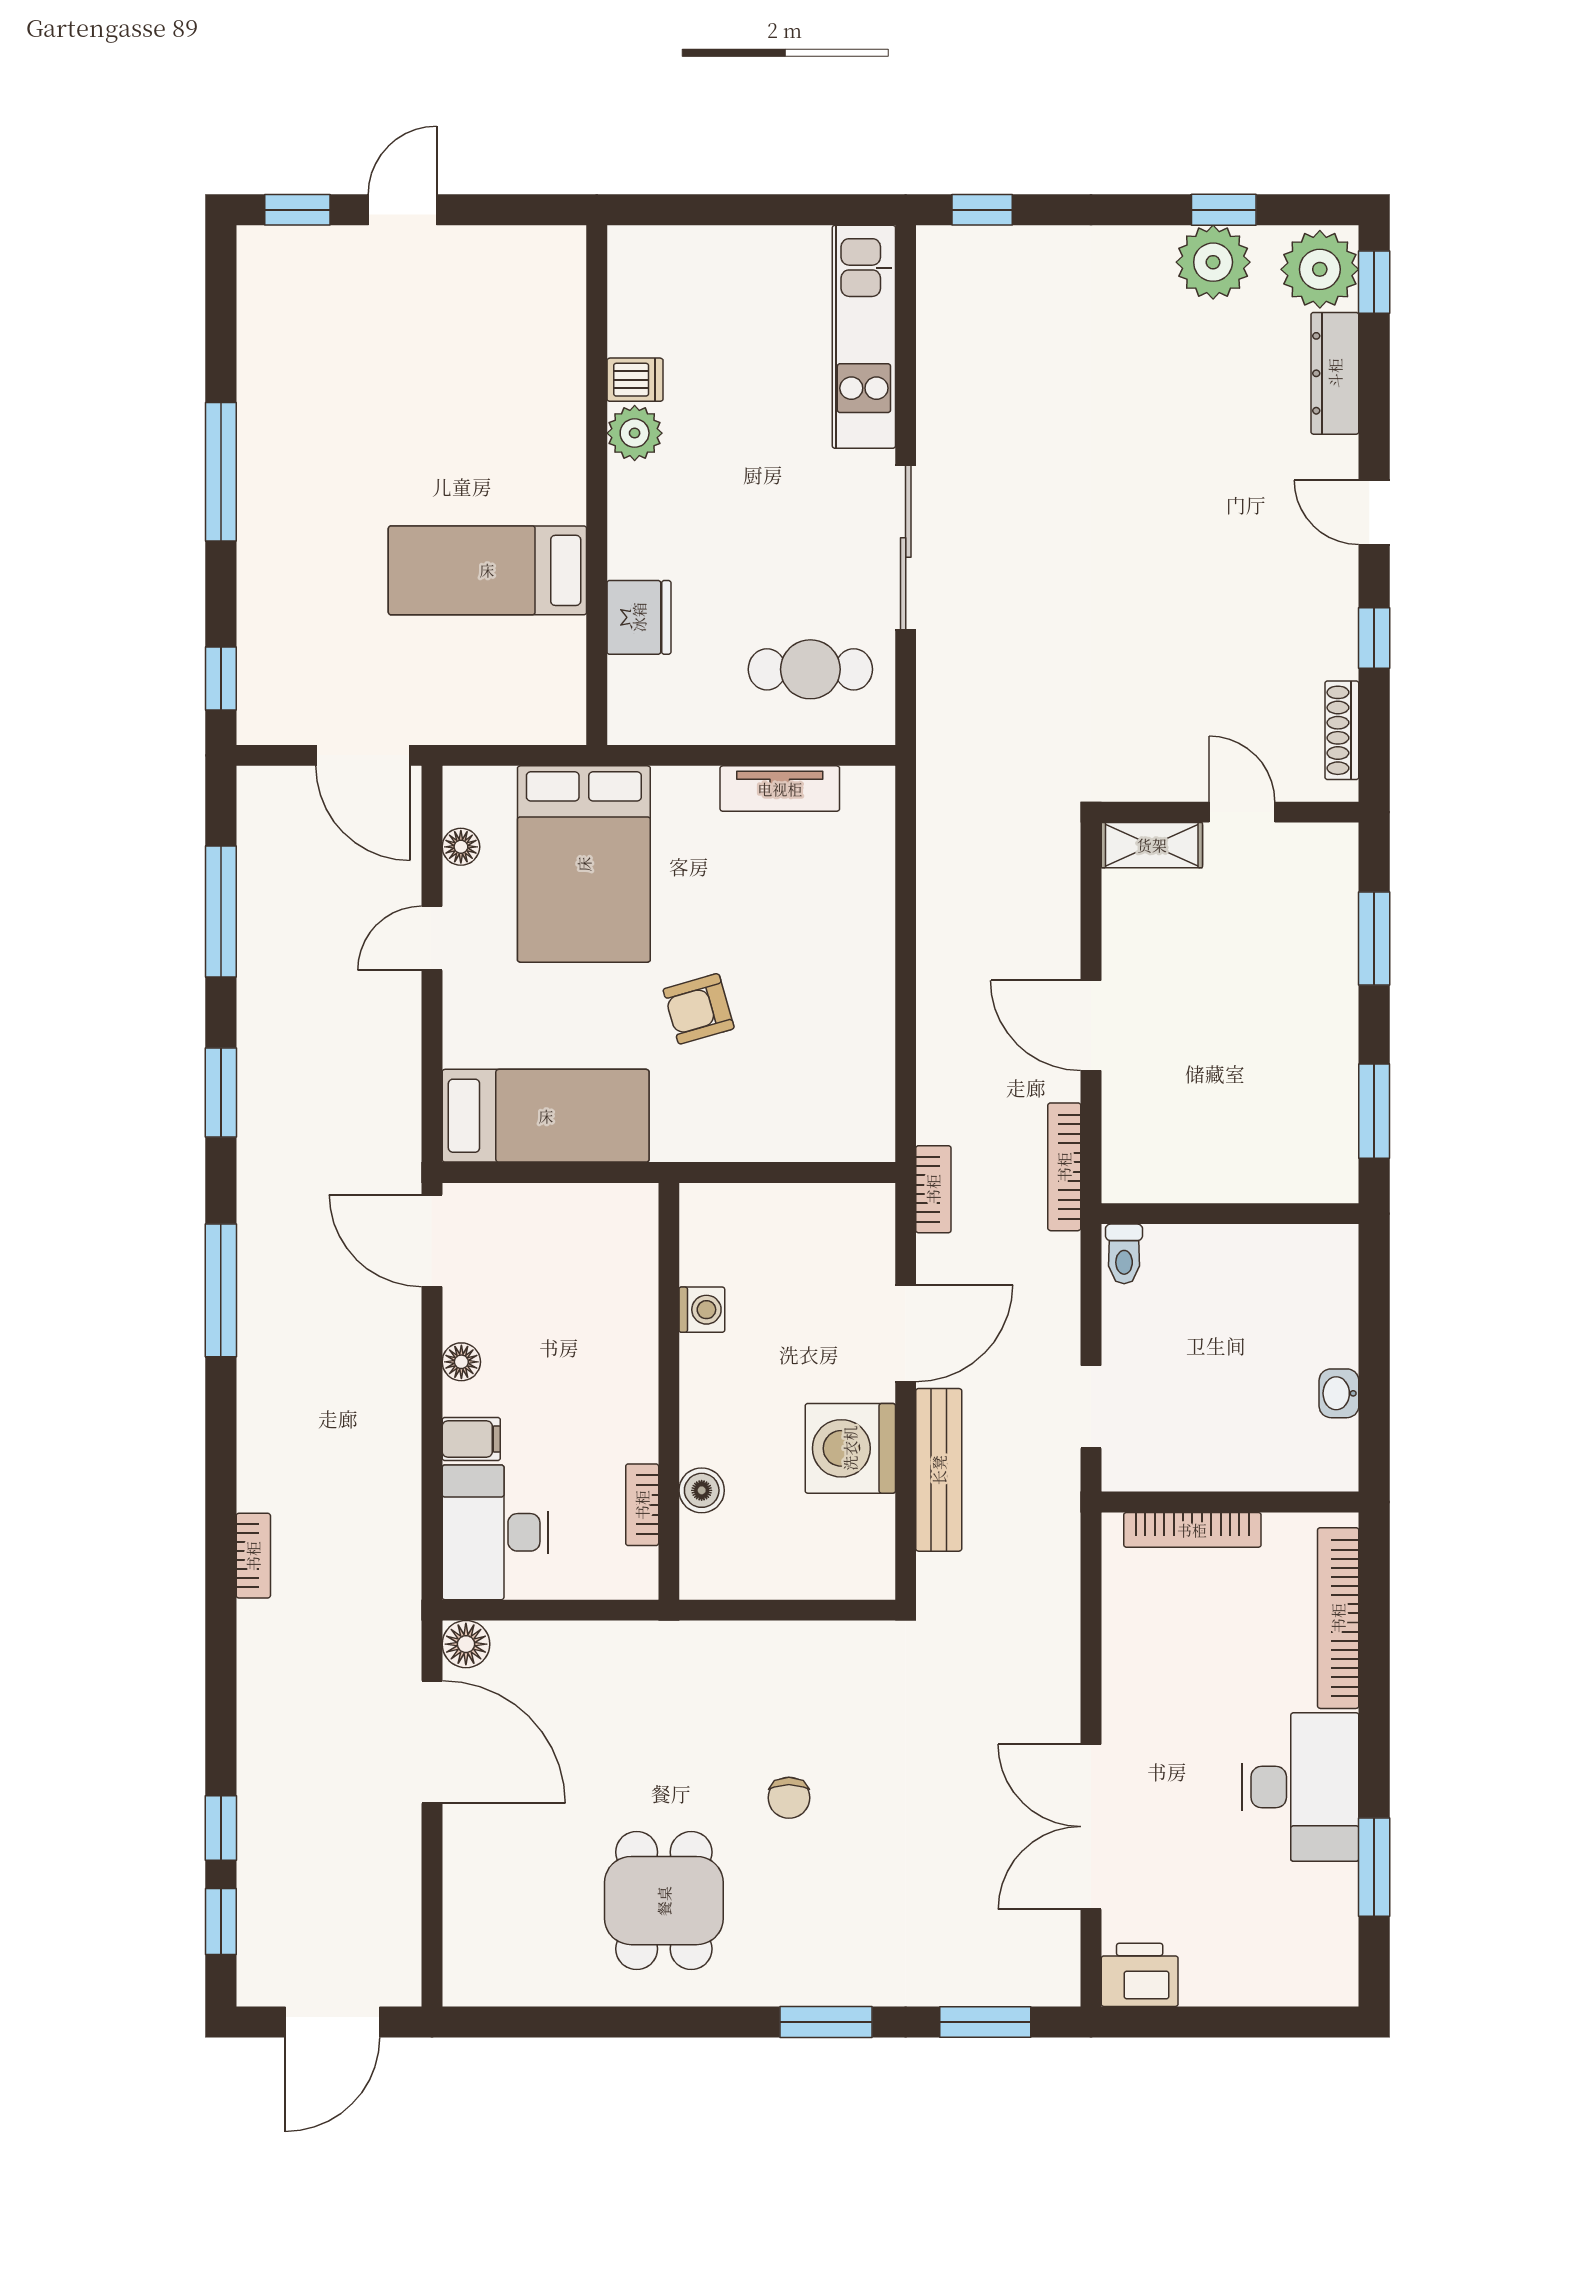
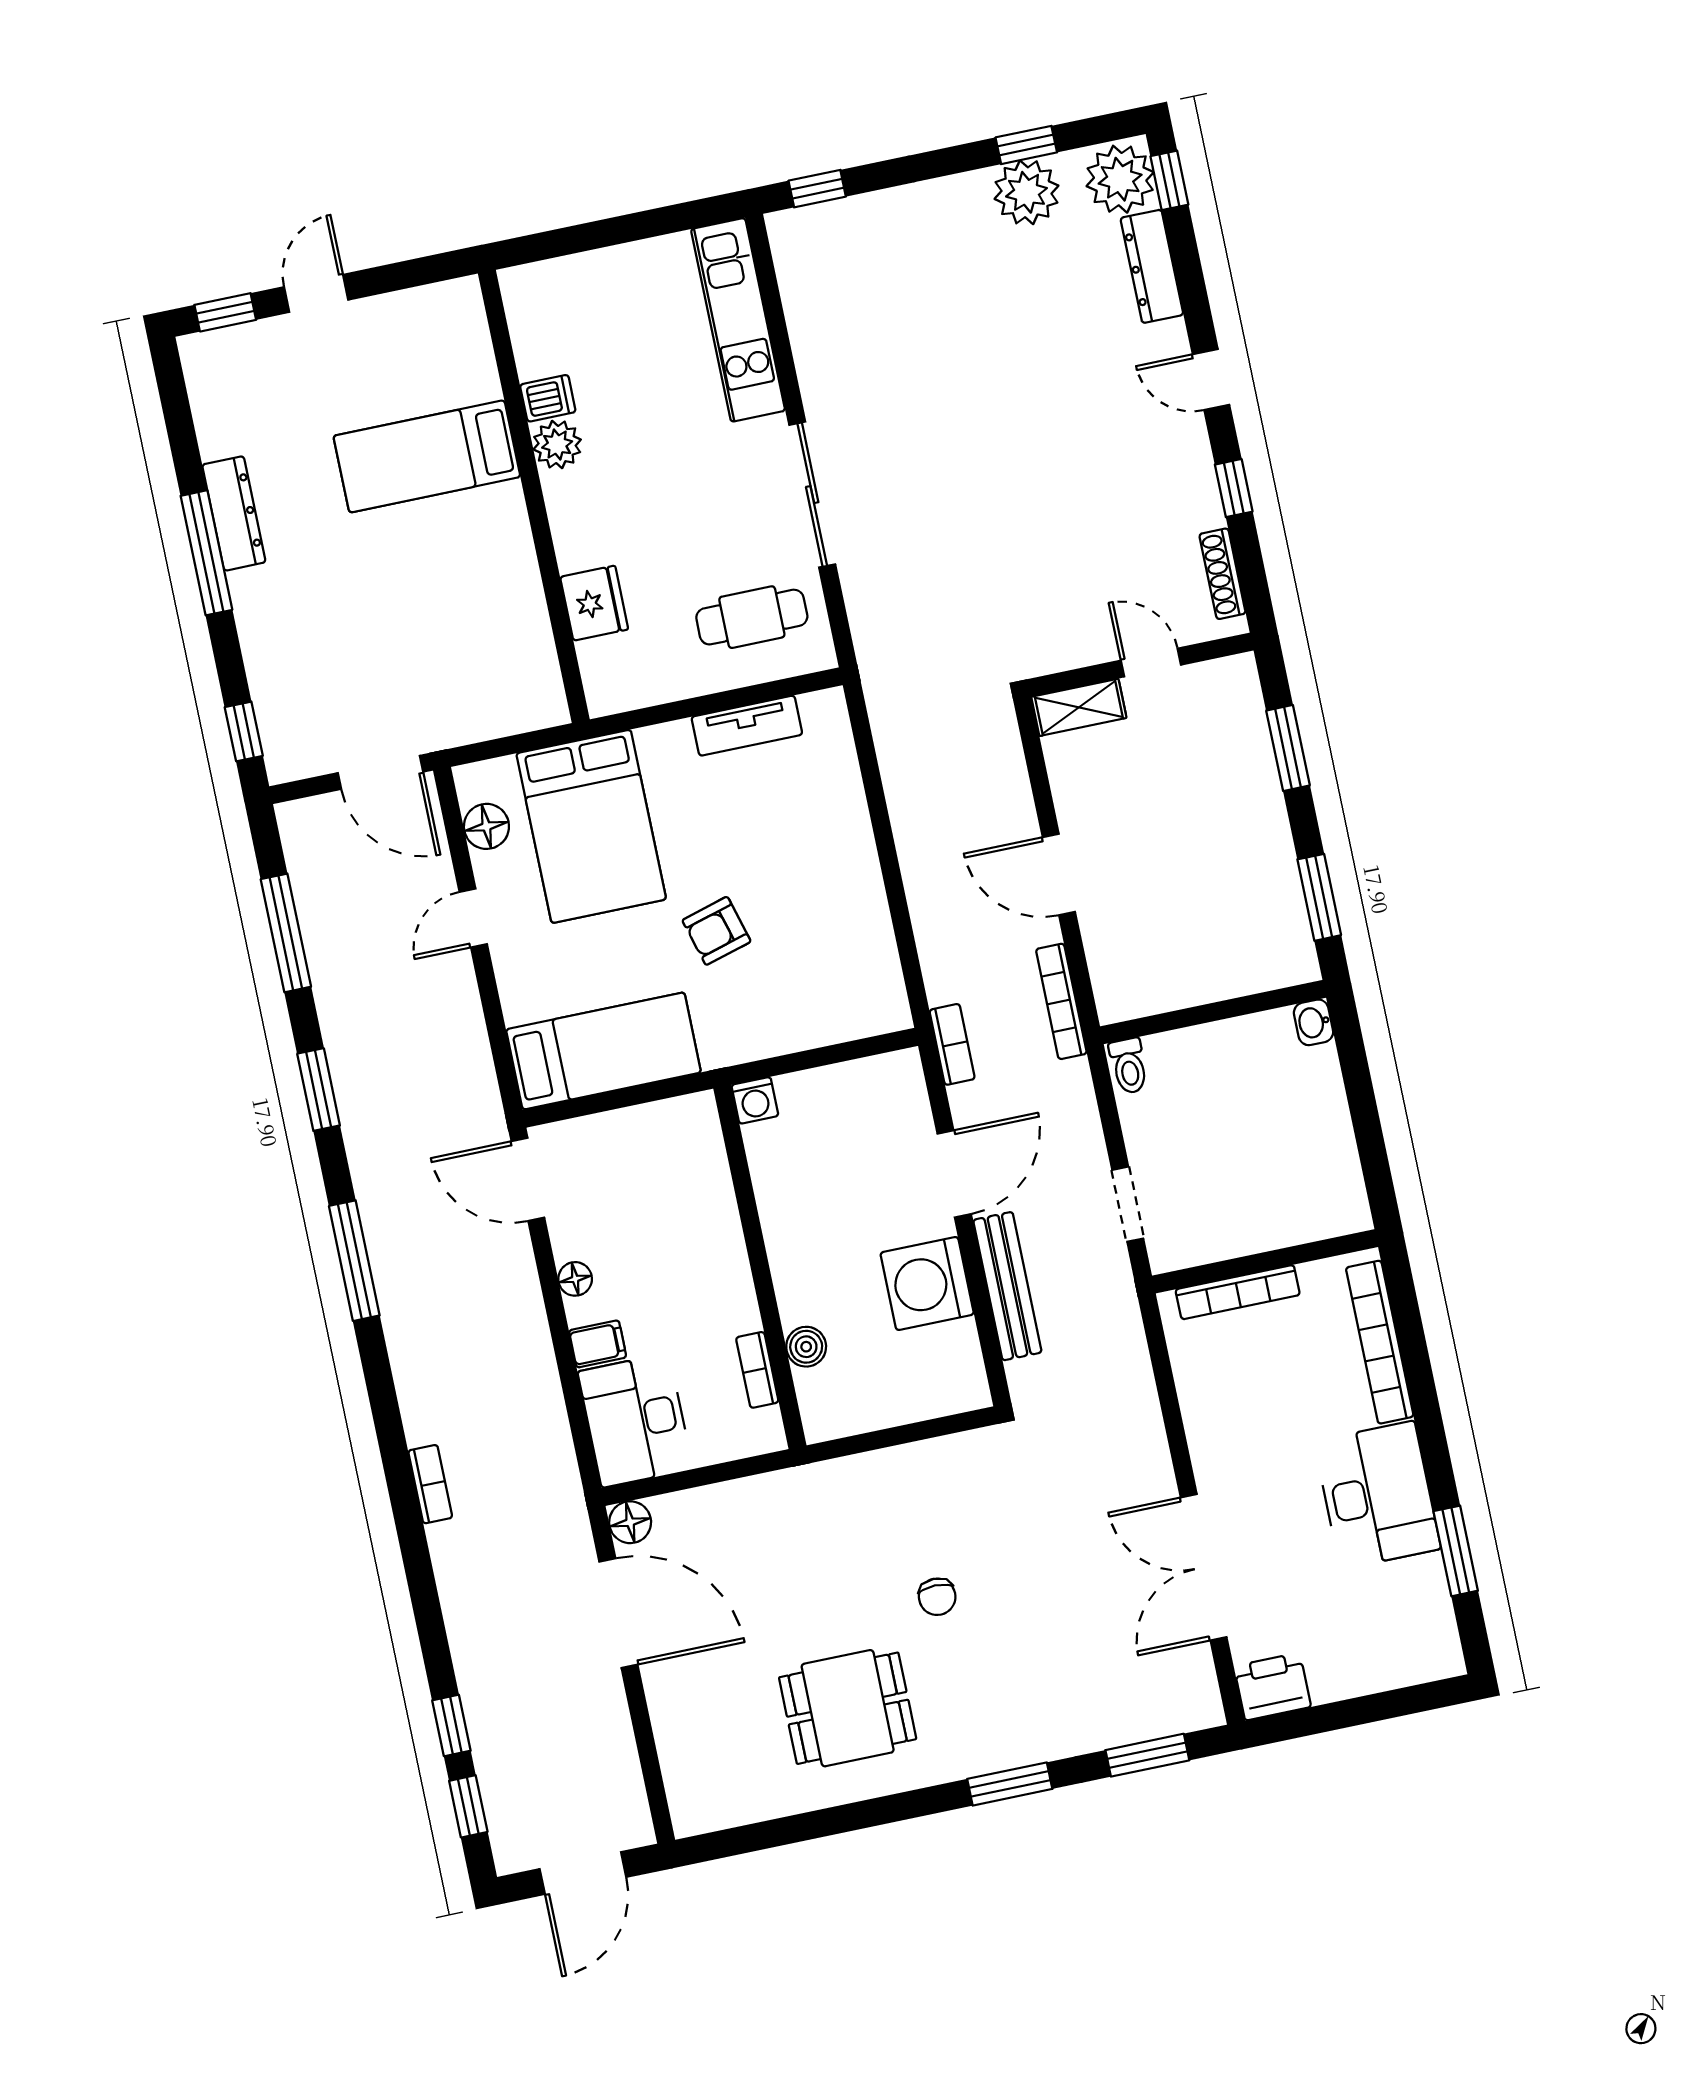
dresser: (260, 435) -> (234, 513), added
bed: (487, 570) -> (427, 456), moved
floor lamp: (461, 847) -> (486, 826), width x1.37, depth x1.37
washing machine: (702, 1310) -> (755, 1100), moved, turned 90
washbasin: (1339, 1393) -> (1314, 1022), moved
dining table: (664, 1901) -> (848, 1708), turned 90

